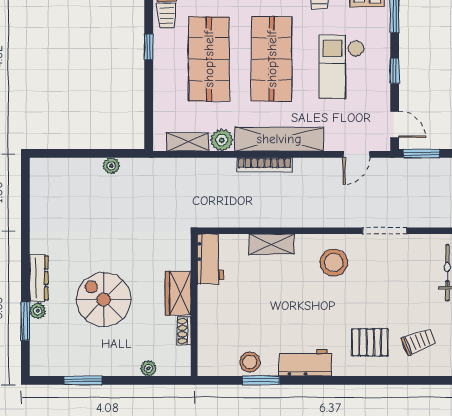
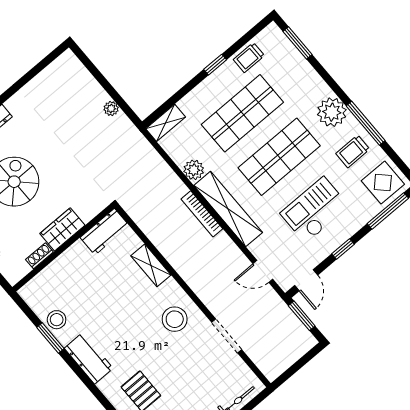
shelving: (188, 142) -> (166, 123), moved, turned 90

